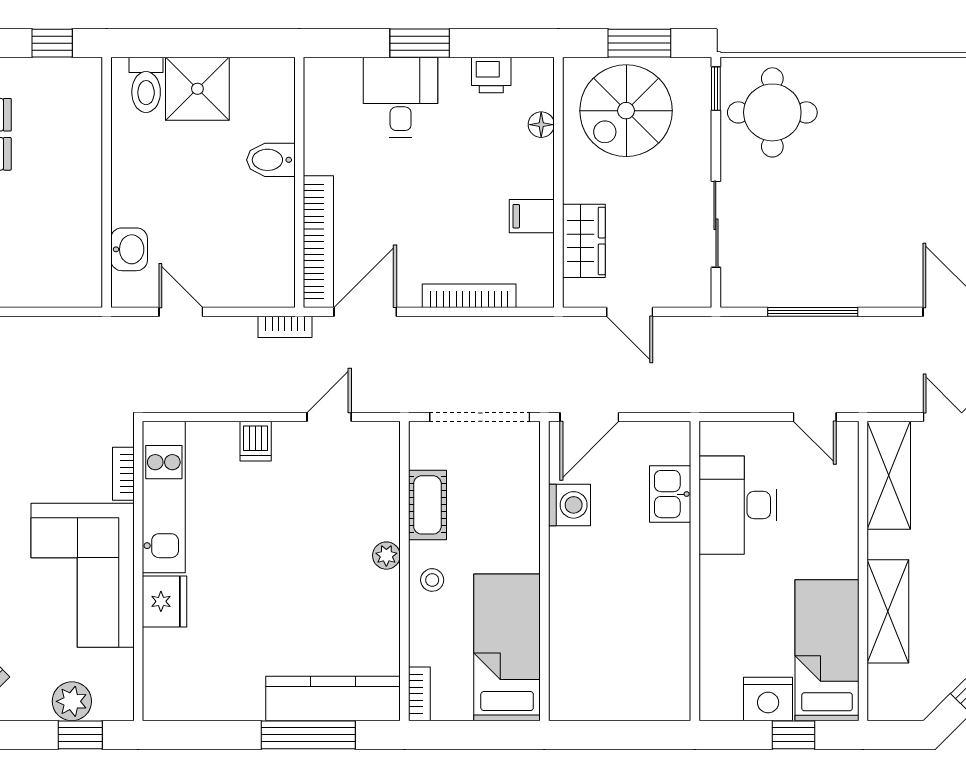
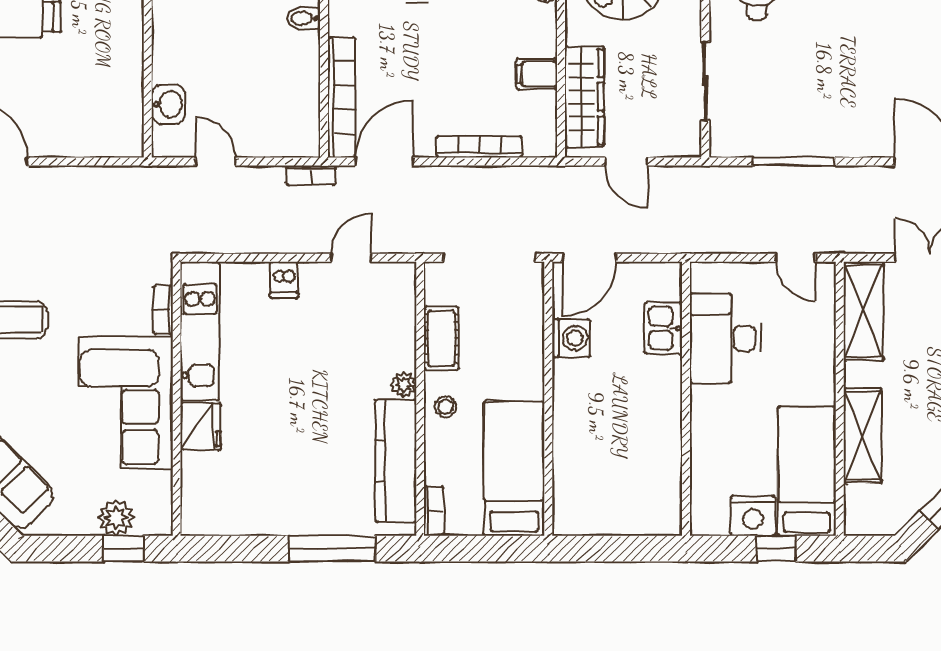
bidet: (271, 160) -> (304, 18), width x0.72, depth x0.74
wardrobe: (584, 241) -> (584, 97), width x1.50
kitchen counter: (333, 699) -> (396, 461), moved, turned -90

